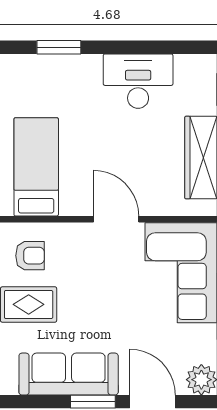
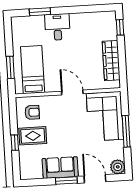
desk: (138, 81) -> (57, 27), moved, width x0.73
sofa: (69, 374) -> (60, 168), width x0.73

